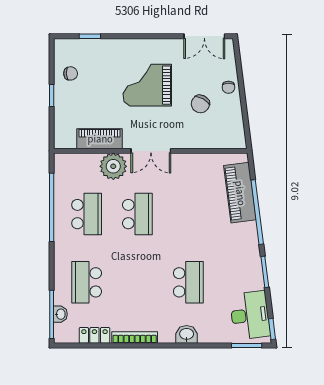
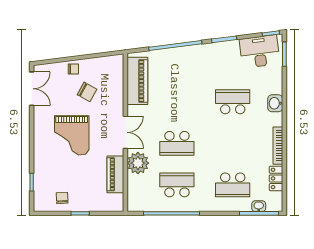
piano: (240, 193) -> (137, 81), moved, turned -83
school desk: (137, 214) -> (177, 143), turned 180

